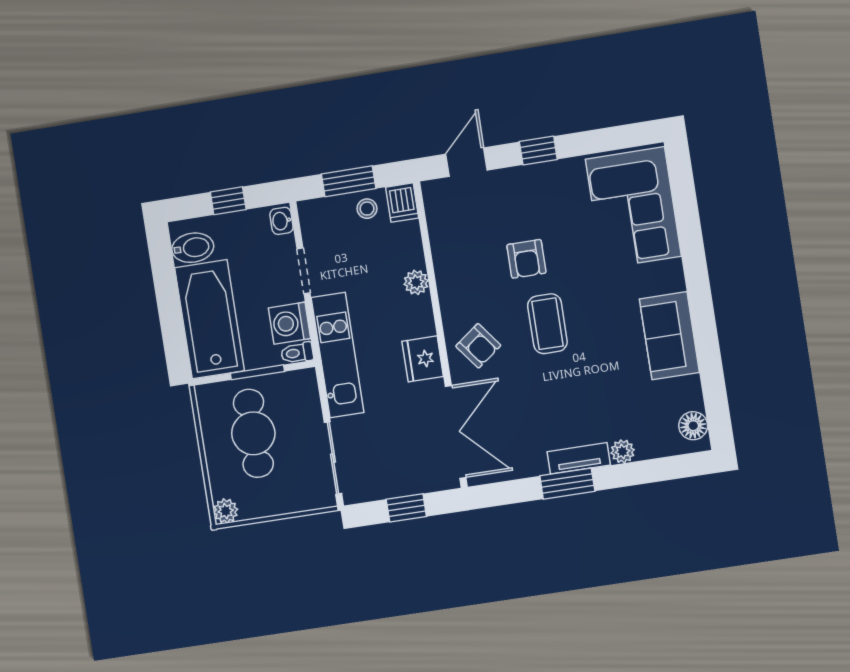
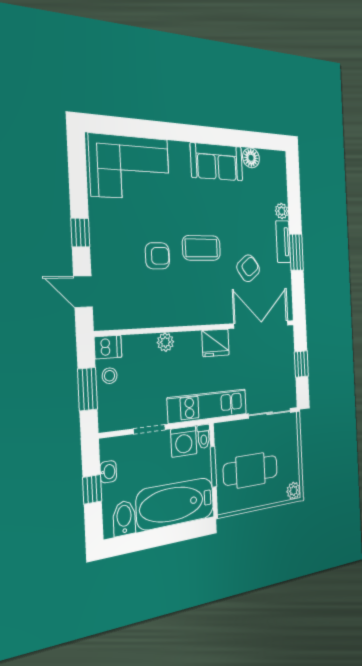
washbasin: (281, 221) -> (108, 472), moved, turned -90
armchair: (478, 346) -> (248, 268), moved
floor lamp: (693, 426) -> (251, 158), moved

